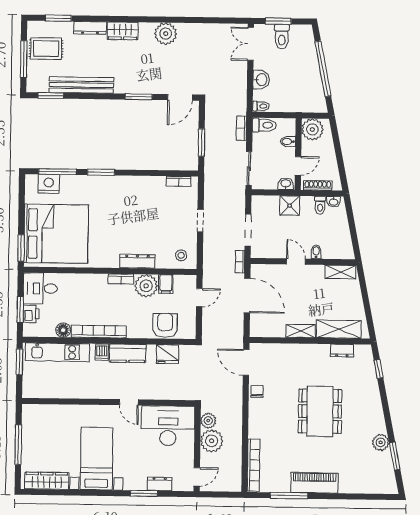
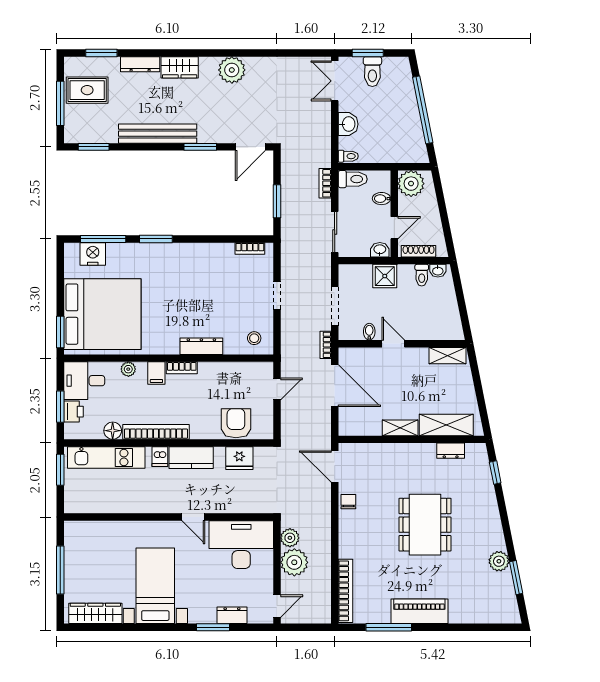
bench: (81, 85) -> (158, 134), moved
bidet: (316, 252) -> (369, 332), moved
filing cabinet: (166, 284) -> (156, 373), moved
plant: (146, 286) -> (128, 369), moved, width x0.53, depth x0.53

